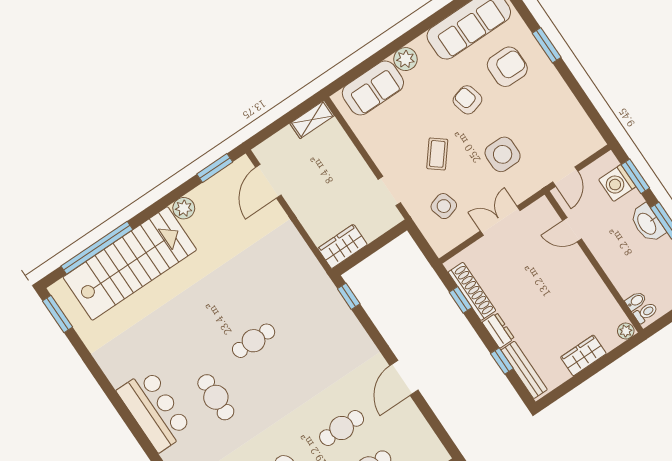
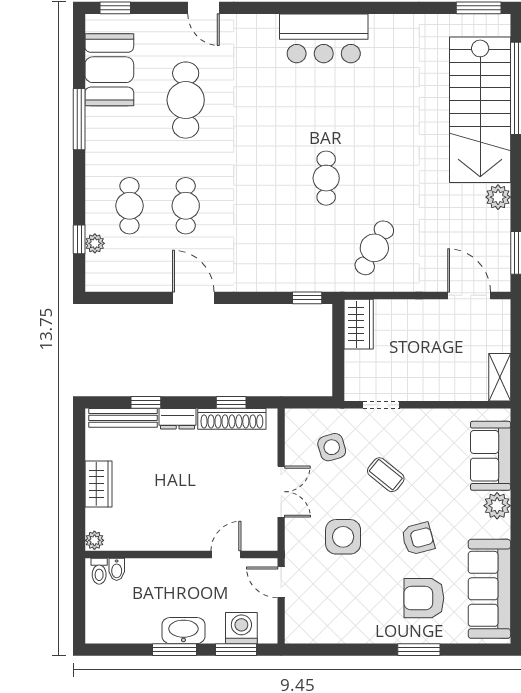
armchair: (507, 67) -> (424, 598), turned 90
cafe table: (216, 397) -> (374, 248), moved, turned -63

